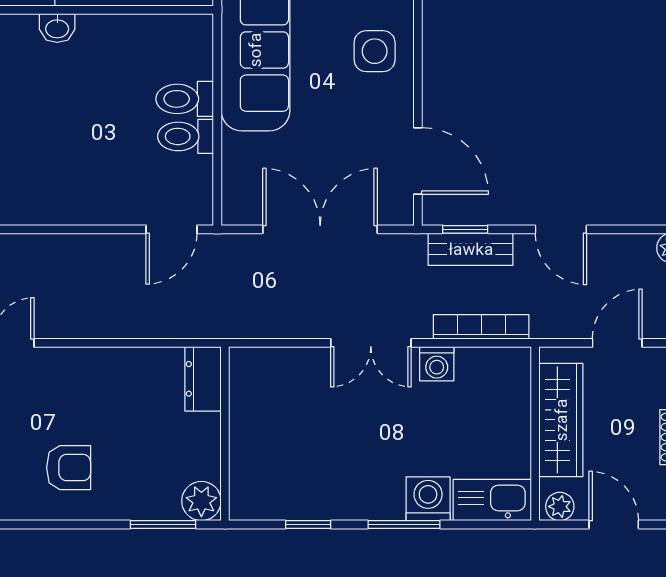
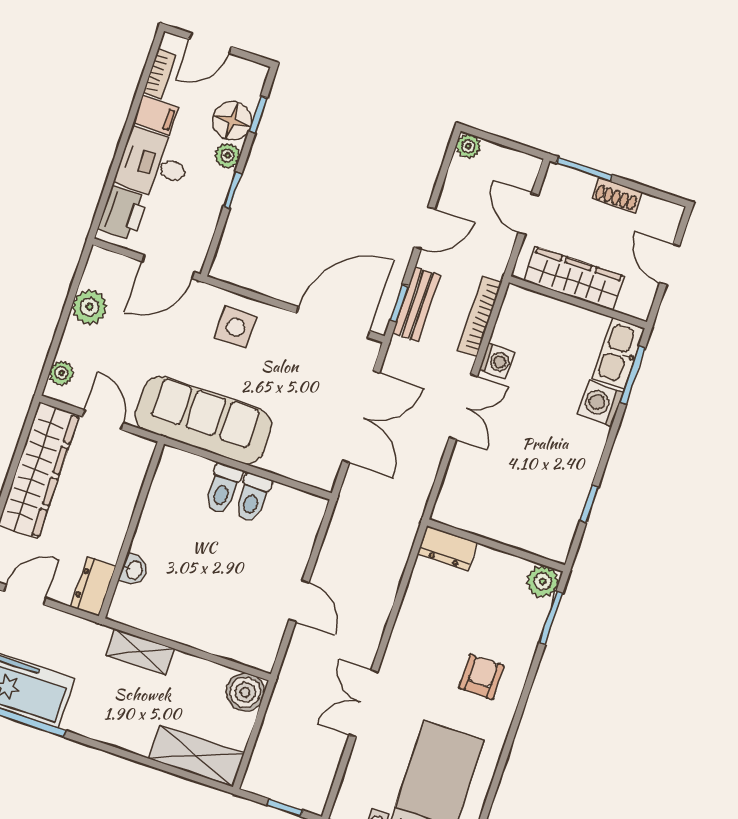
door: (418, 161) -> (333, 322), width x1.36
door: (171, 229) -> (299, 601), moved
double door: (320, 229) -> (361, 417), swing flipped
plant: (560, 507) -> (641, 302), removed
window: (404, 524) -> (633, 375), moved
door: (614, 524) -> (670, 265), hinge flipped

